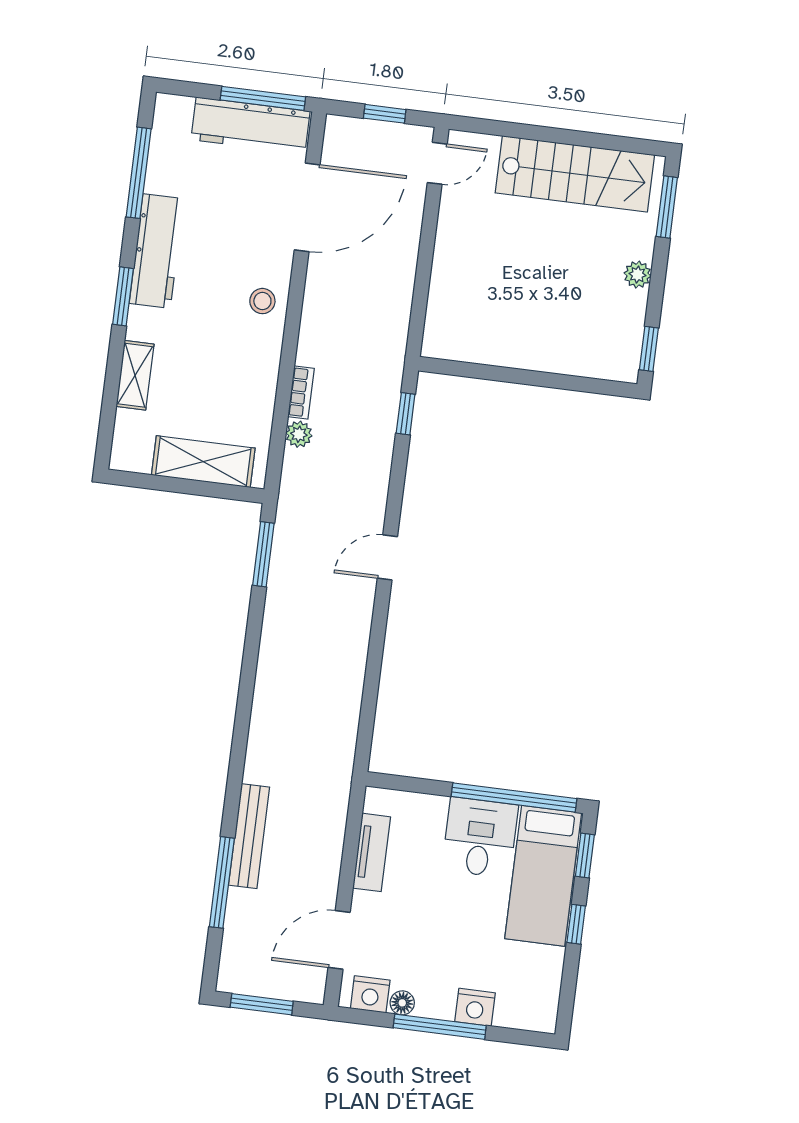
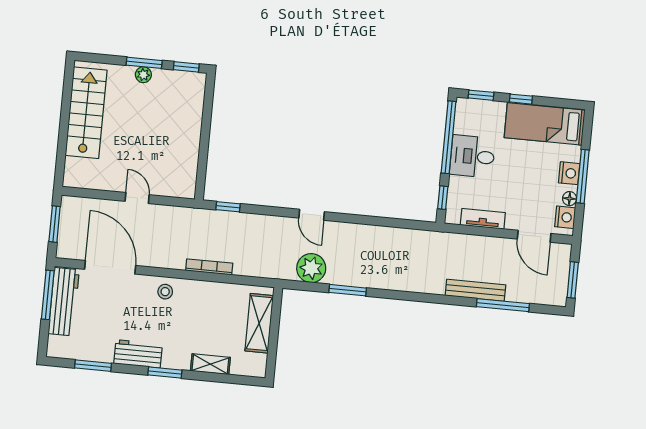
window: (385, 114) -> (55, 224), width x1.50
door: (437, 163) -> (137, 198), moved
window: (139, 173) -> (93, 366), width x0.69
window: (667, 207) -> (144, 63), moved
workbench: (157, 251) -> (138, 354), width x0.73
bookcase: (301, 392) -> (209, 267), width x1.56
plant: (299, 434) -> (311, 268), moved, width x1.88, depth x1.88
window: (263, 554) -> (348, 290), moved
window: (410, 784) -> (443, 198), added
bed: (543, 876) -> (545, 124), moved, turned 180
nightstand: (475, 1007) -> (569, 173), moved

